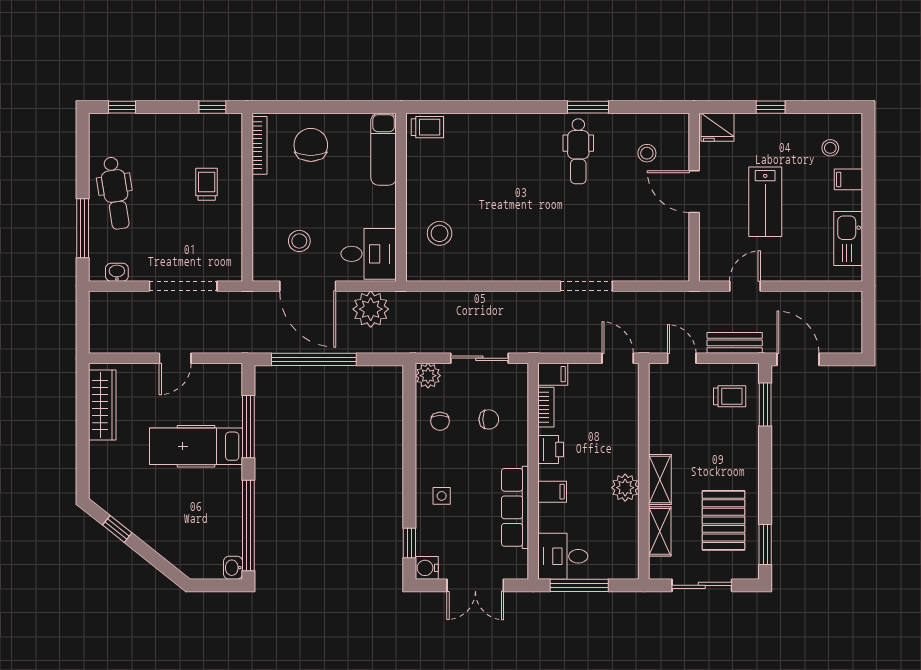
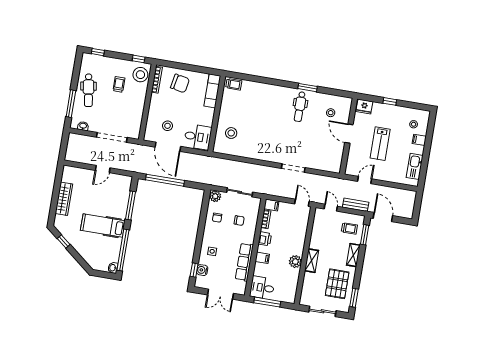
stool: (222, 140) -> (140, 75), added
chair: (311, 145) -> (180, 83), turned 101
trolley: (207, 184) -> (119, 84), moved
plant: (371, 309) -> (194, 162), removed
wardrobe: (102, 405) -> (64, 199), moved
hospital bed: (196, 446) -> (103, 226), moved
shelving: (660, 531) -> (353, 255), moved
water cooler: (427, 568) -> (202, 270), moved

